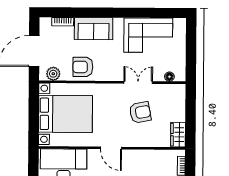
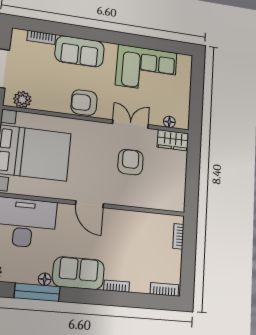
armchair: (83, 67) -> (84, 103), moved
armchair: (140, 112) -> (130, 162), turned -79
wardrobe: (178, 135) -> (173, 140), moved, turned -90

